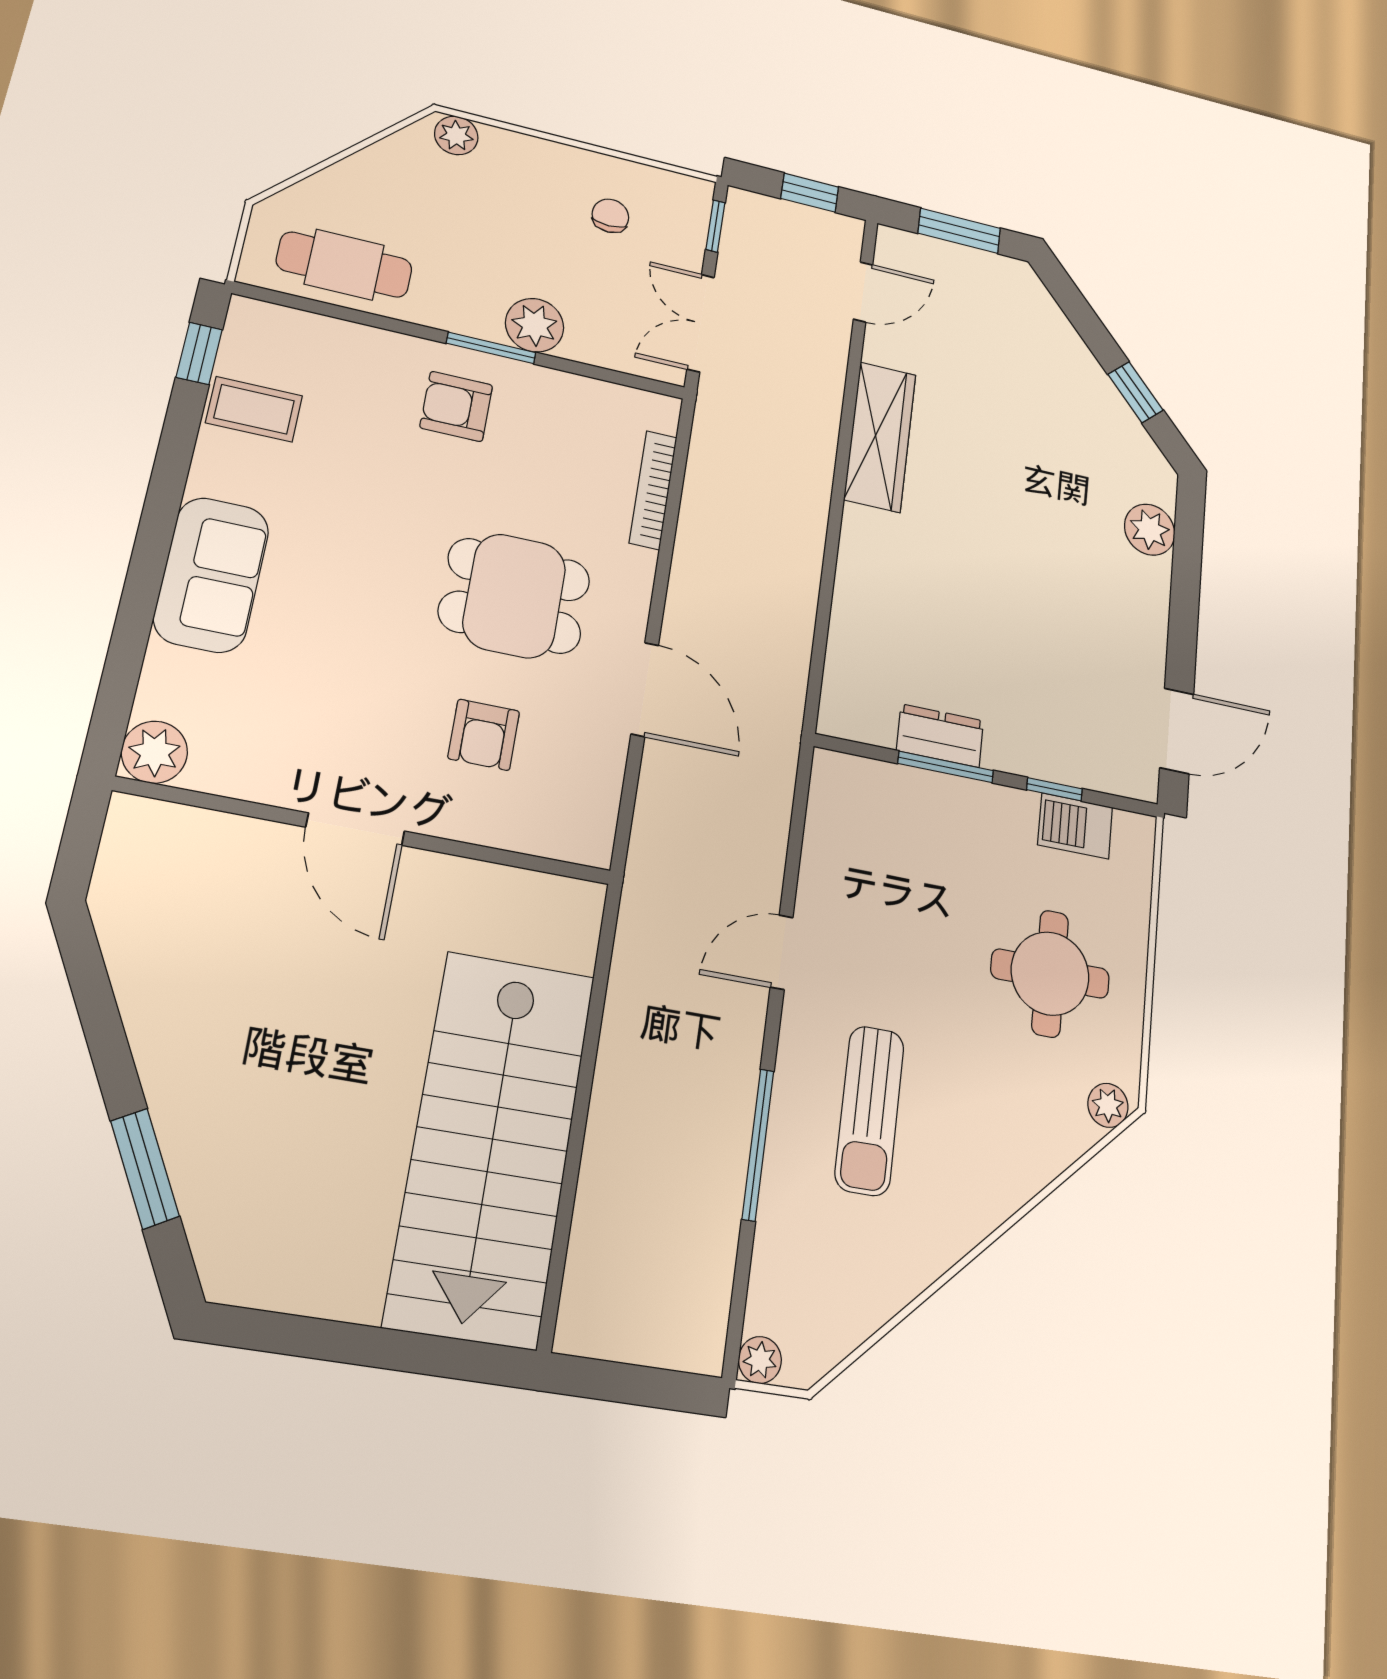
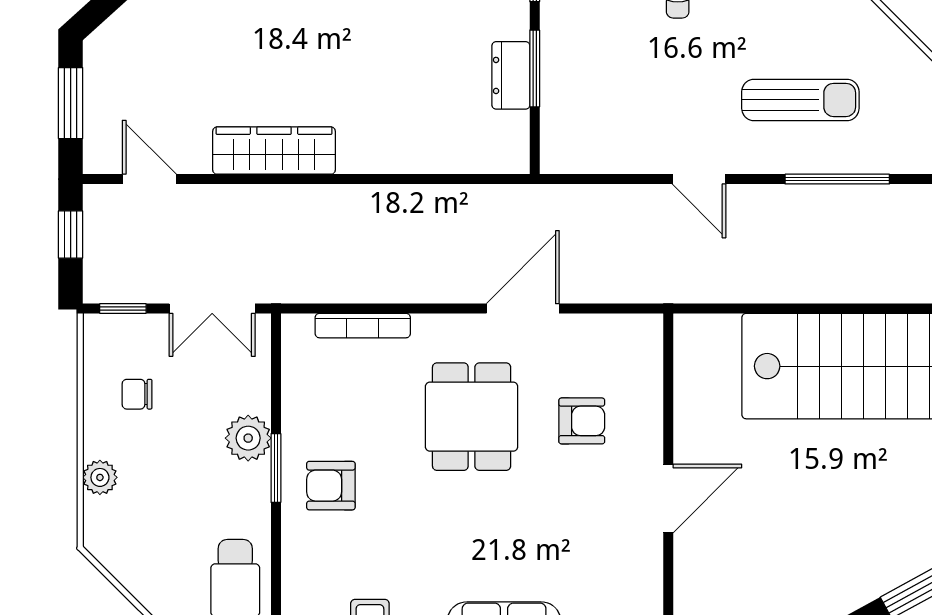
plant: (456, 135) -> (100, 477), moved
armchair: (456, 406) -> (331, 486), turned 90

